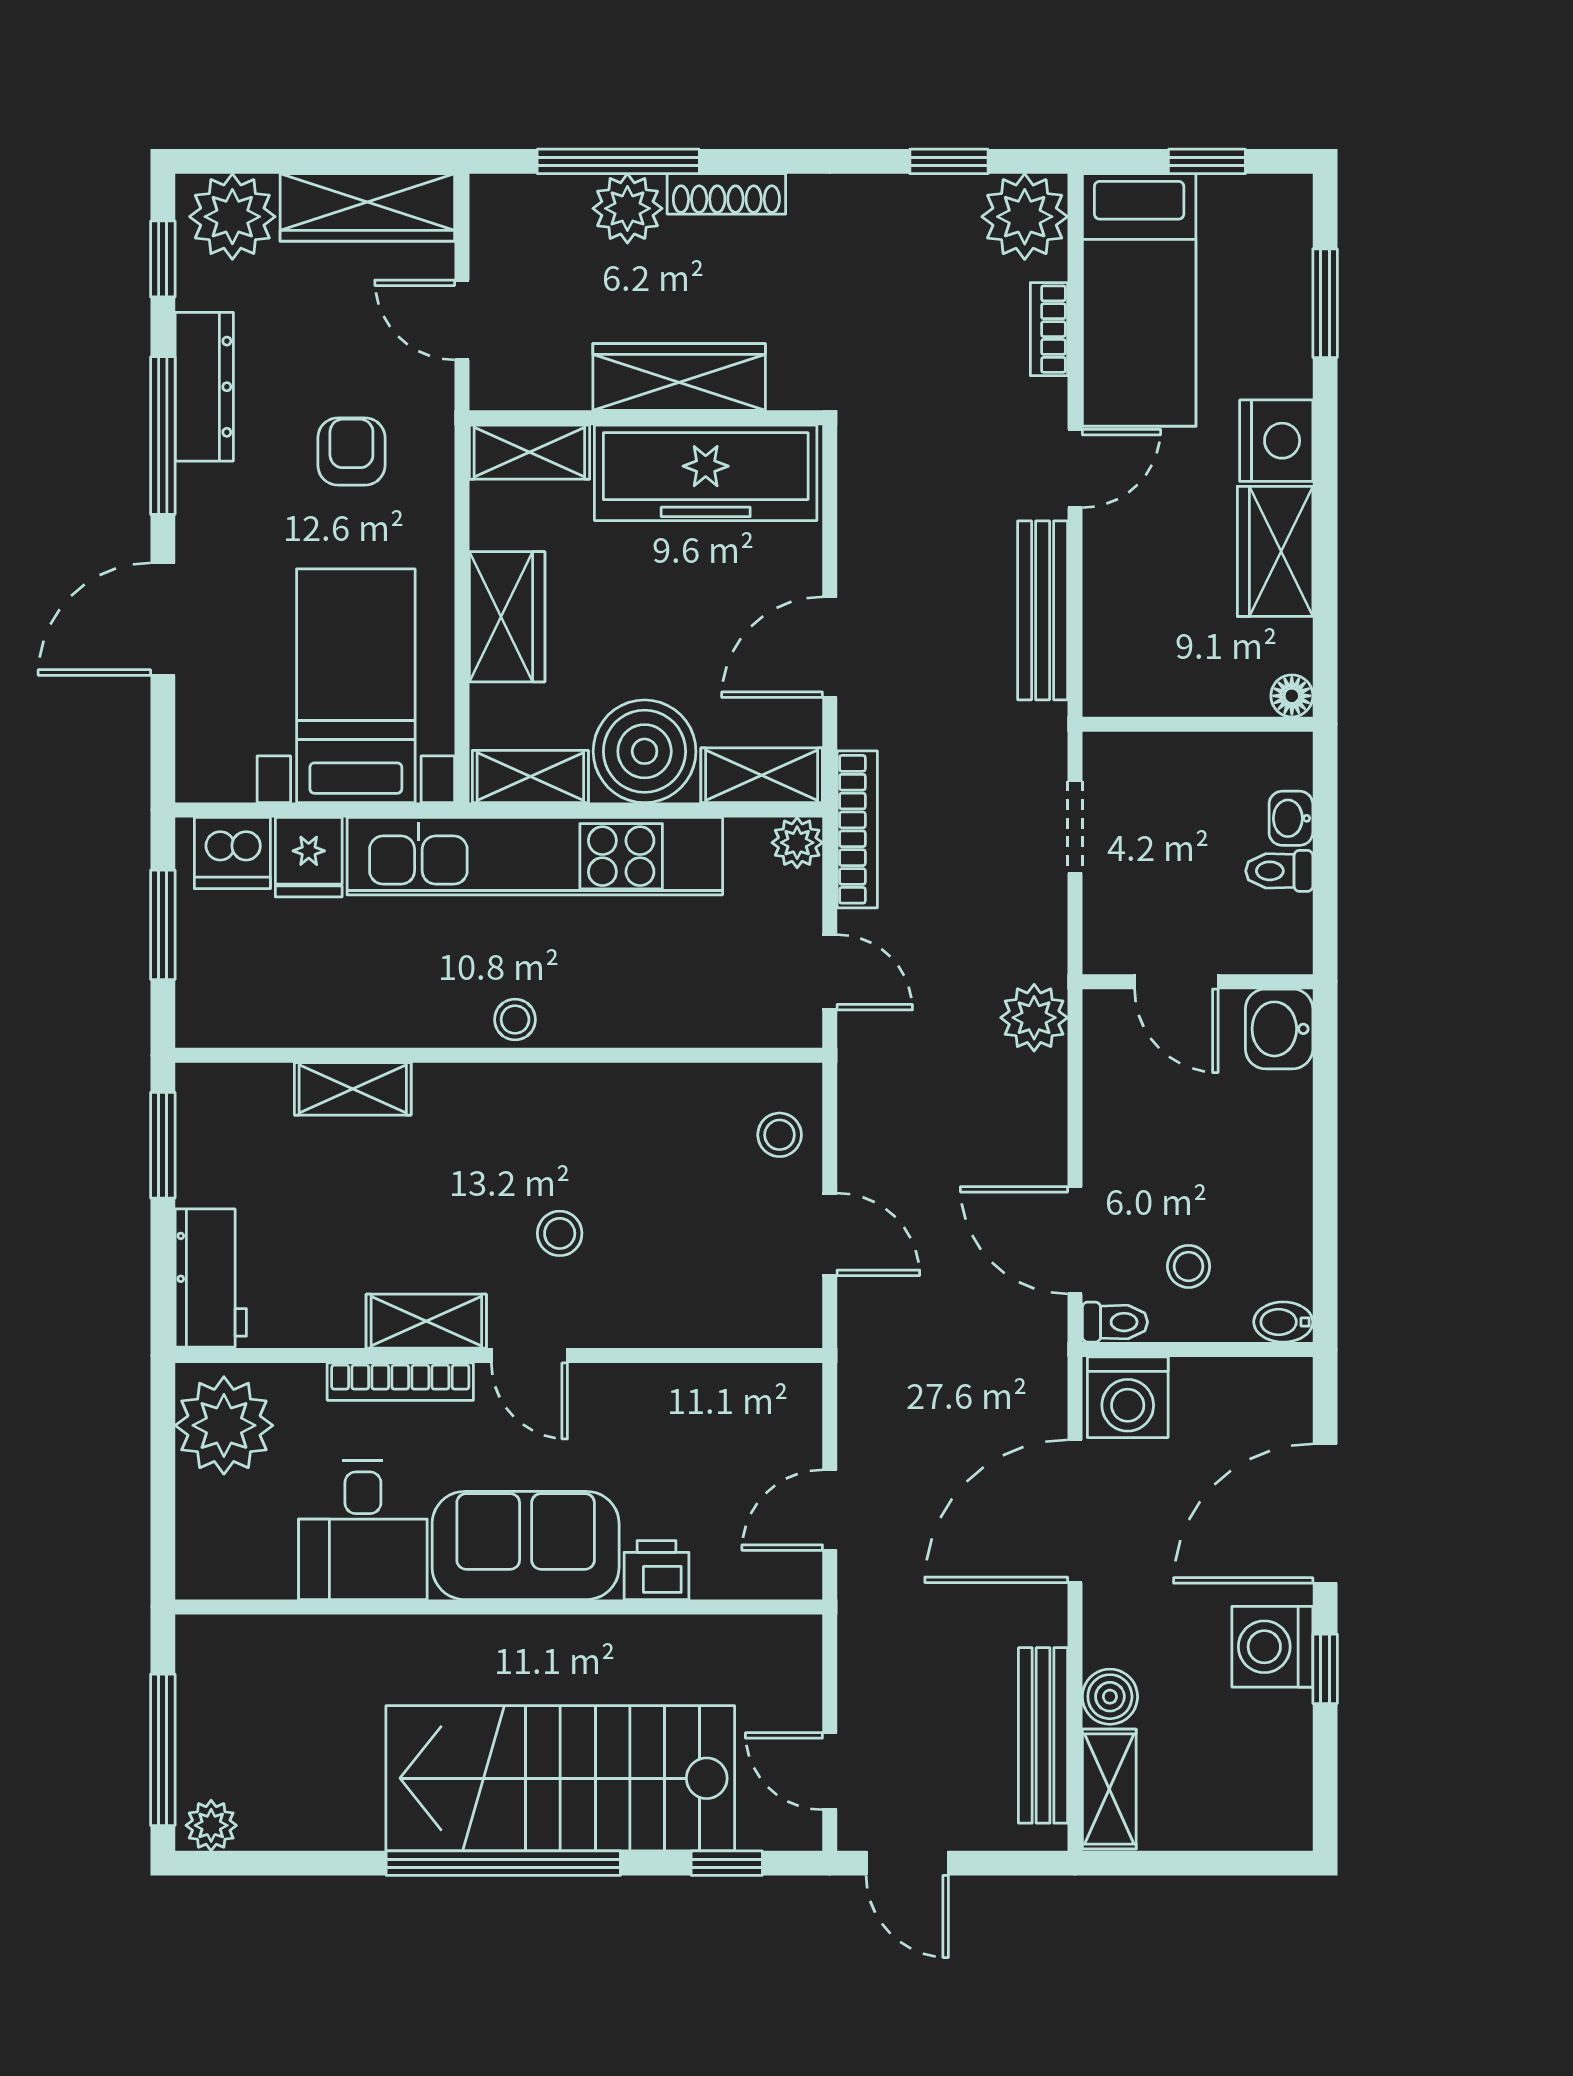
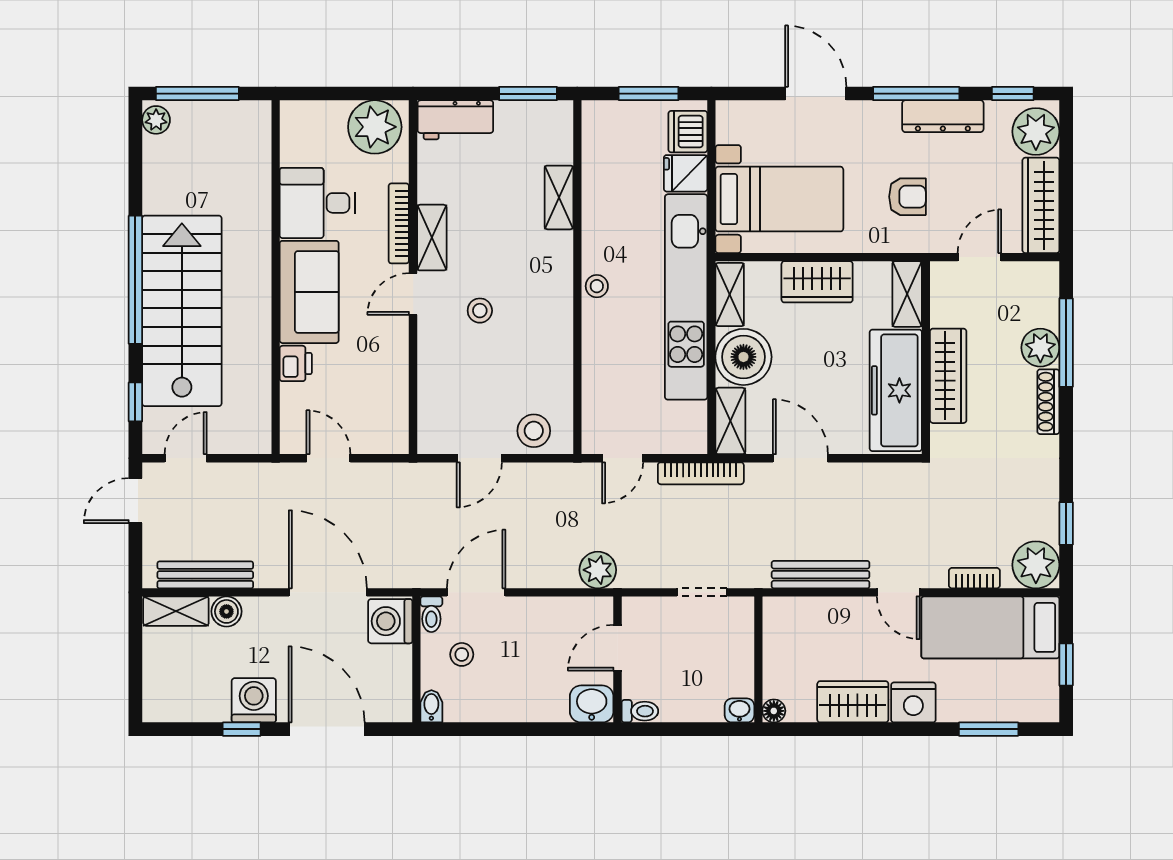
washbasin: (1291, 818) -> (739, 710), moved
plant: (797, 843) -> (694, 440), removed
toilet: (1279, 871) -> (640, 711), moved, turned 90
stool: (780, 1135) -> (534, 431), width x1.37, depth x1.37

